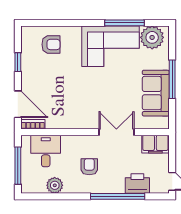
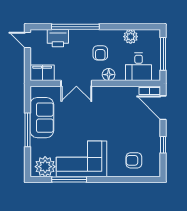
floor lamp: (80, 142) -> (109, 75), added

